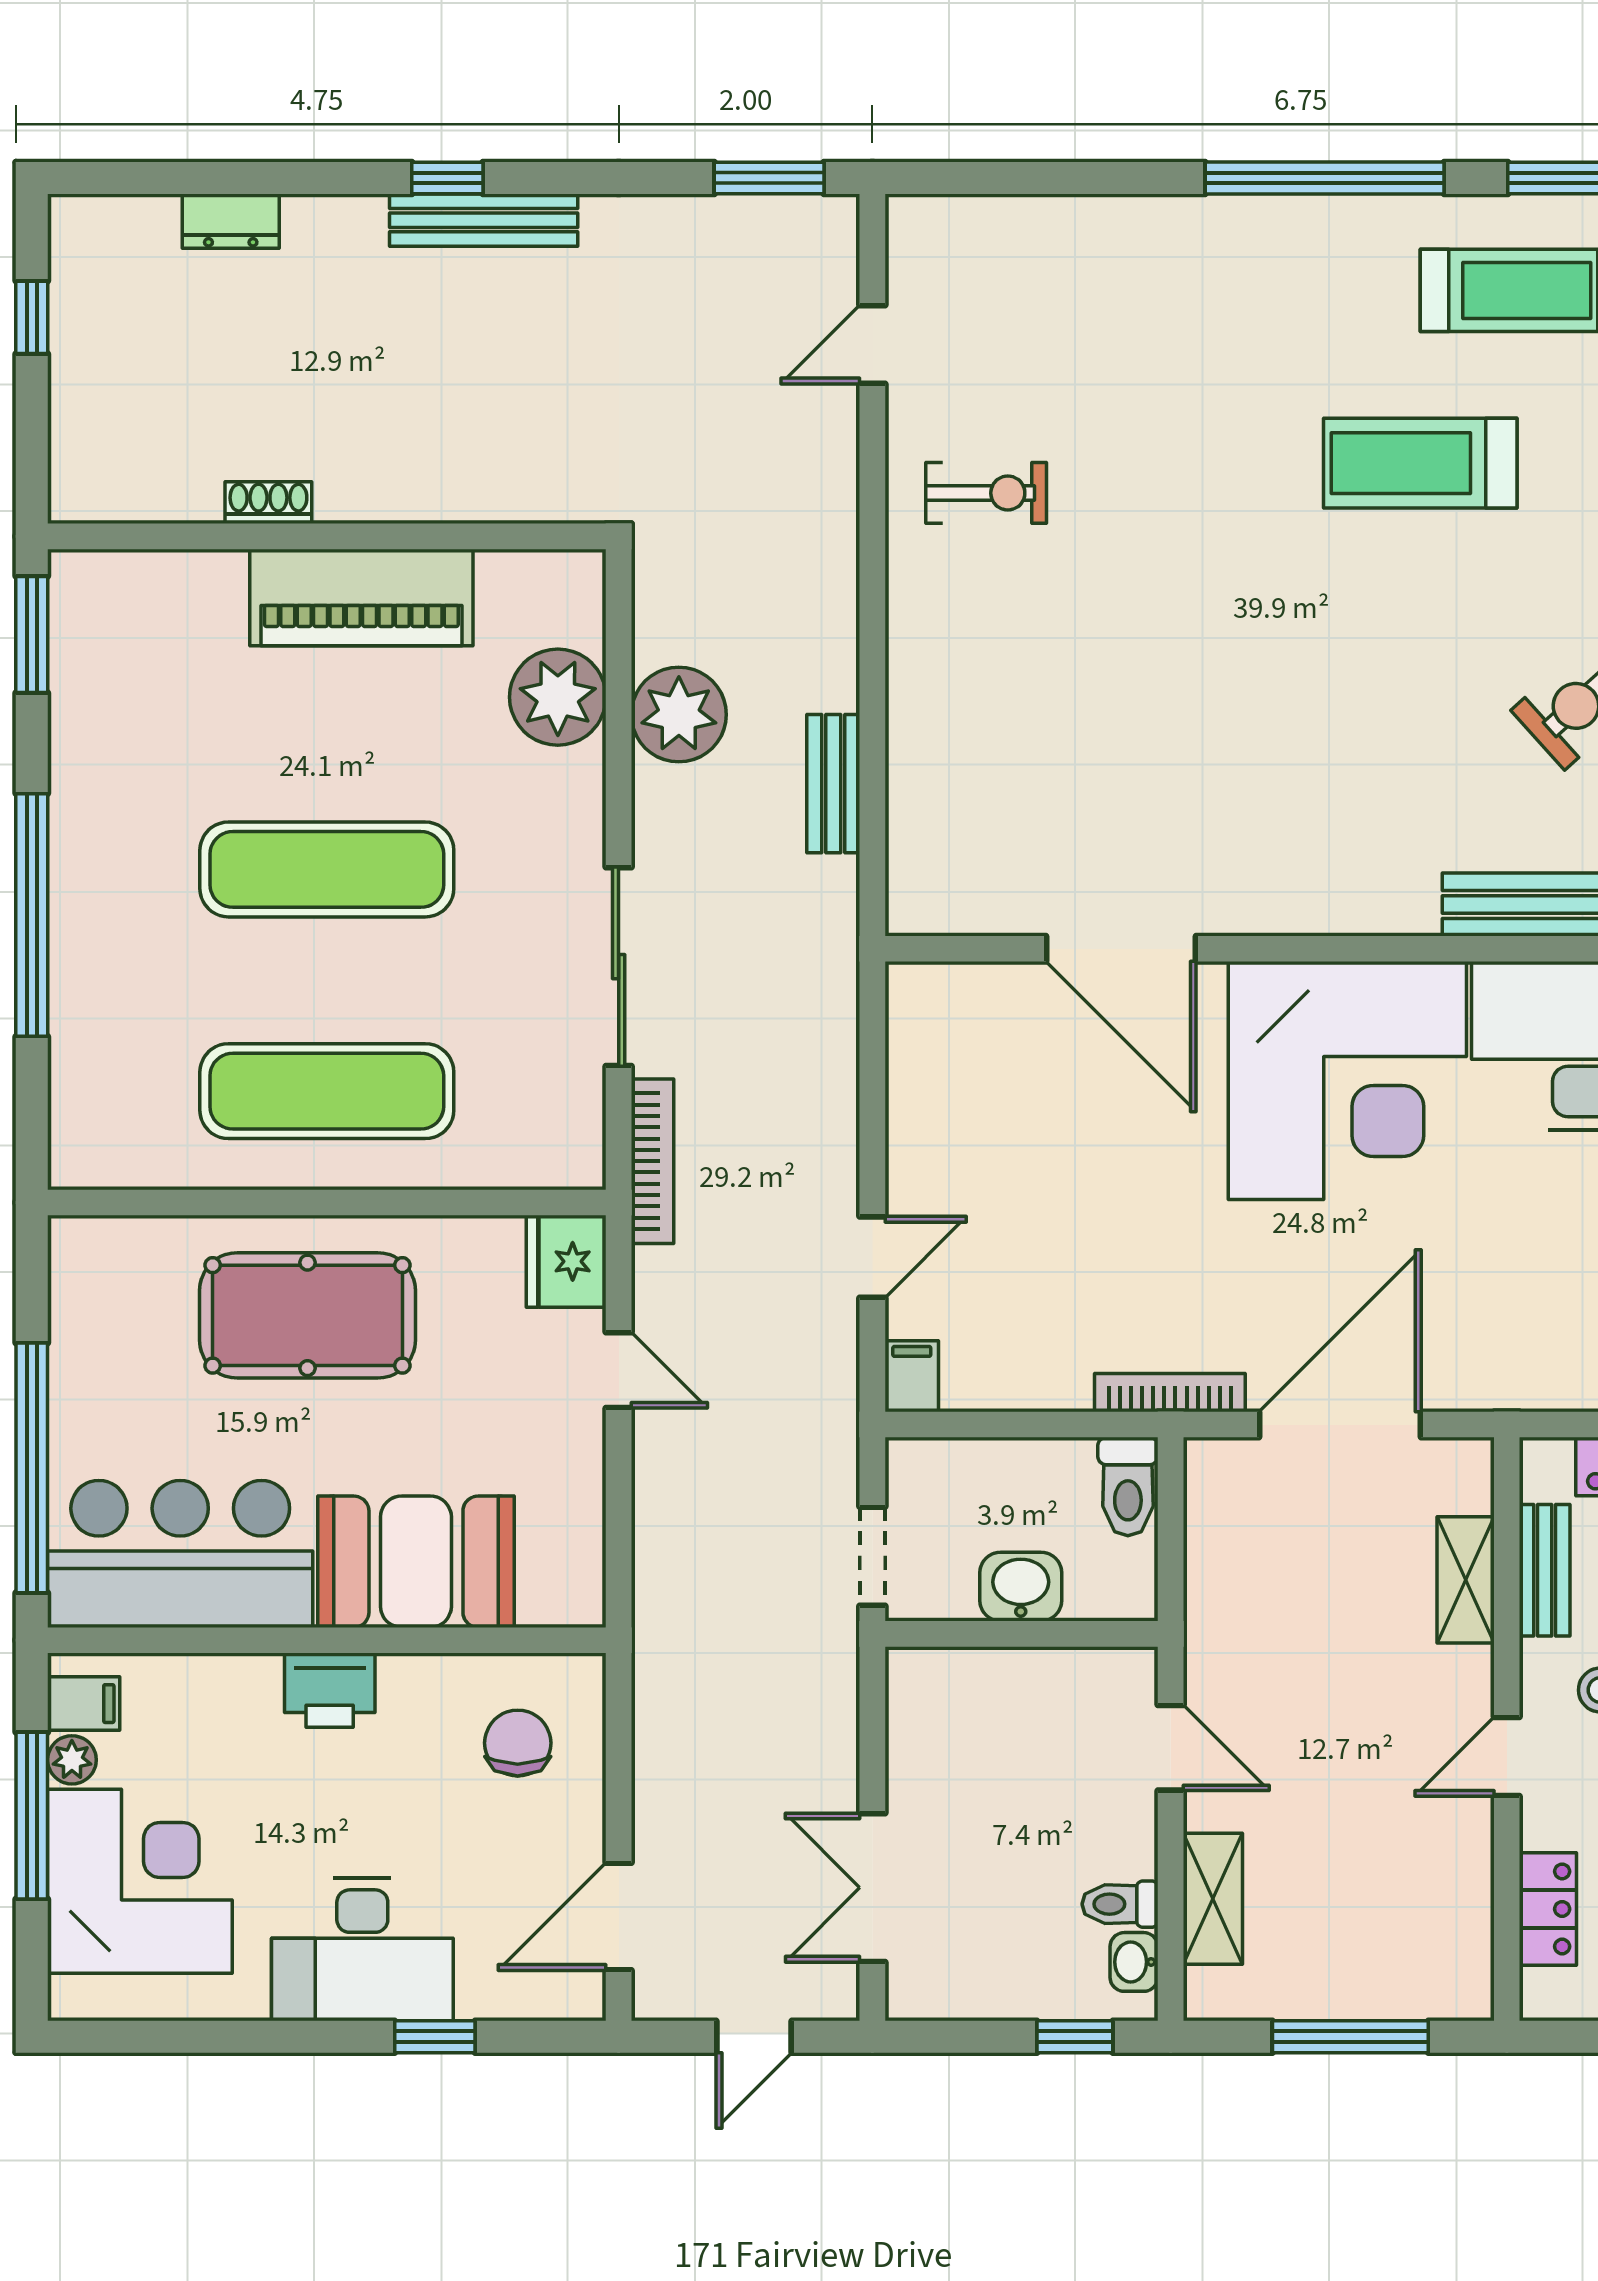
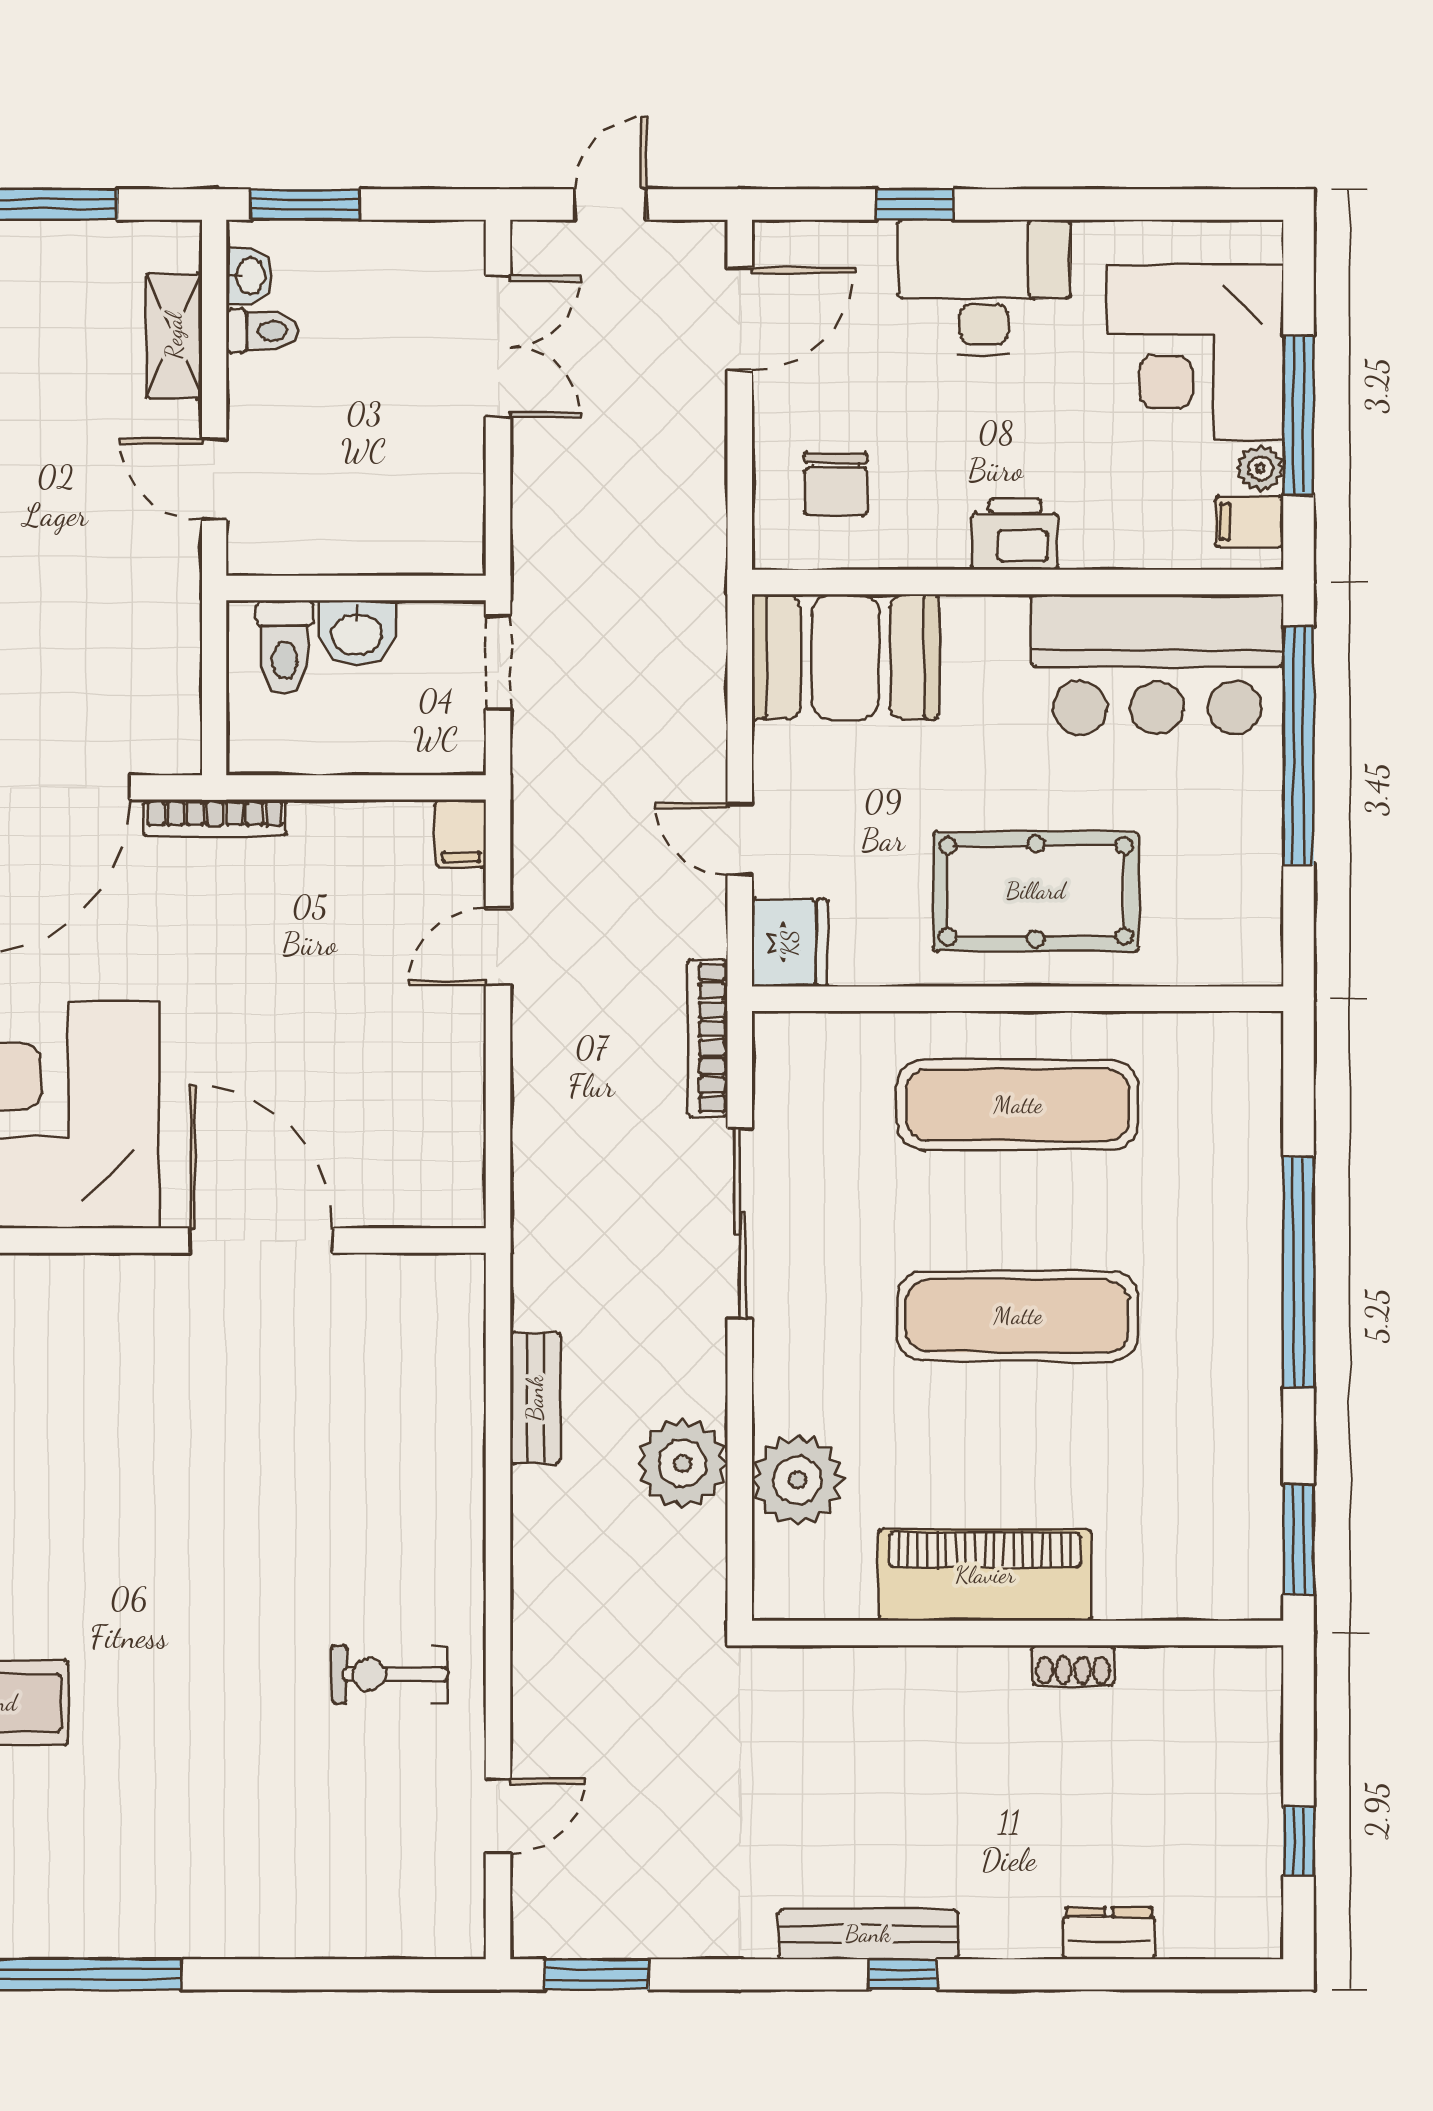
toilet: (1128, 1486) -> (285, 647), moved, turned 180
booth: (416, 1562) -> (845, 657), moved
window: (1075, 2037) -> (305, 204), width x1.50

